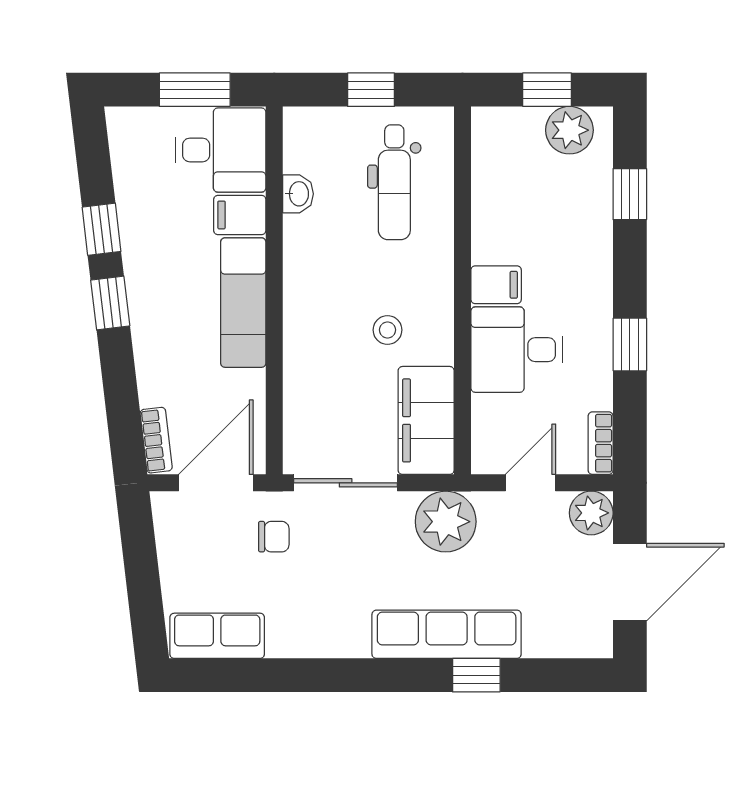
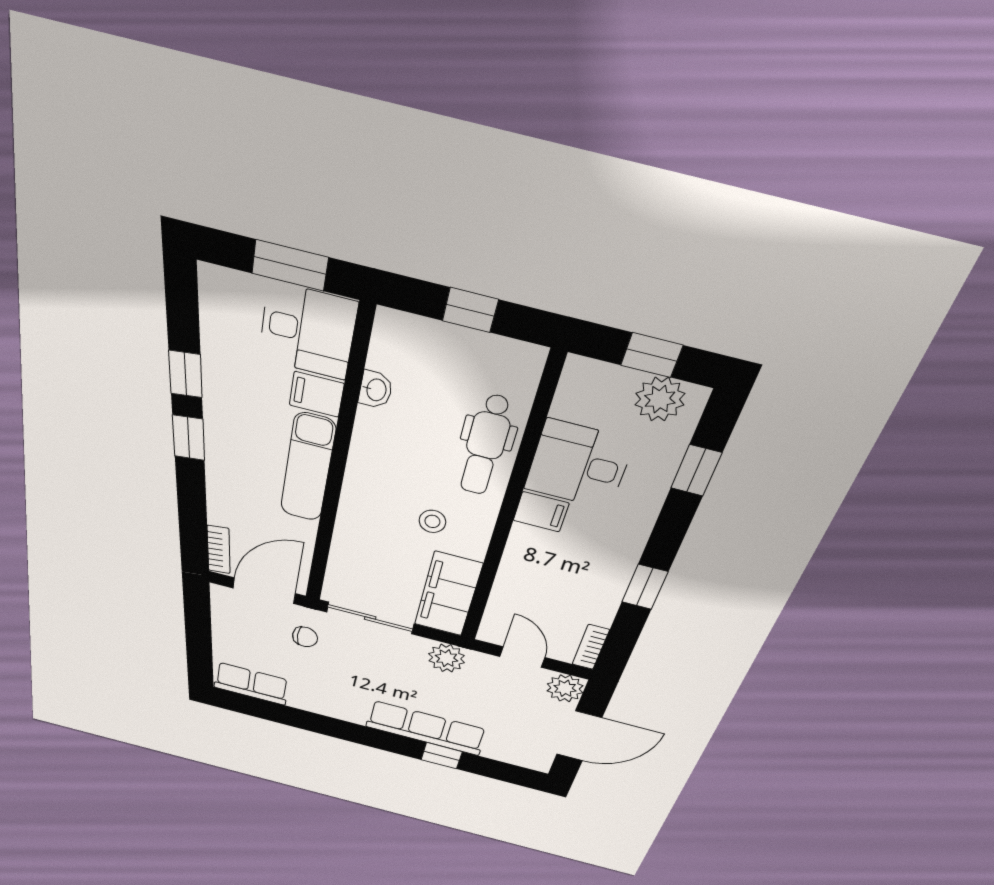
dental chair: (394, 182) -> (485, 445), moved
desk: (517, 350) -> (579, 465), moved
door: (530, 483) -> (522, 657), hinge flipped
plant: (446, 522) -> (447, 658), width x0.73, depth x0.73

